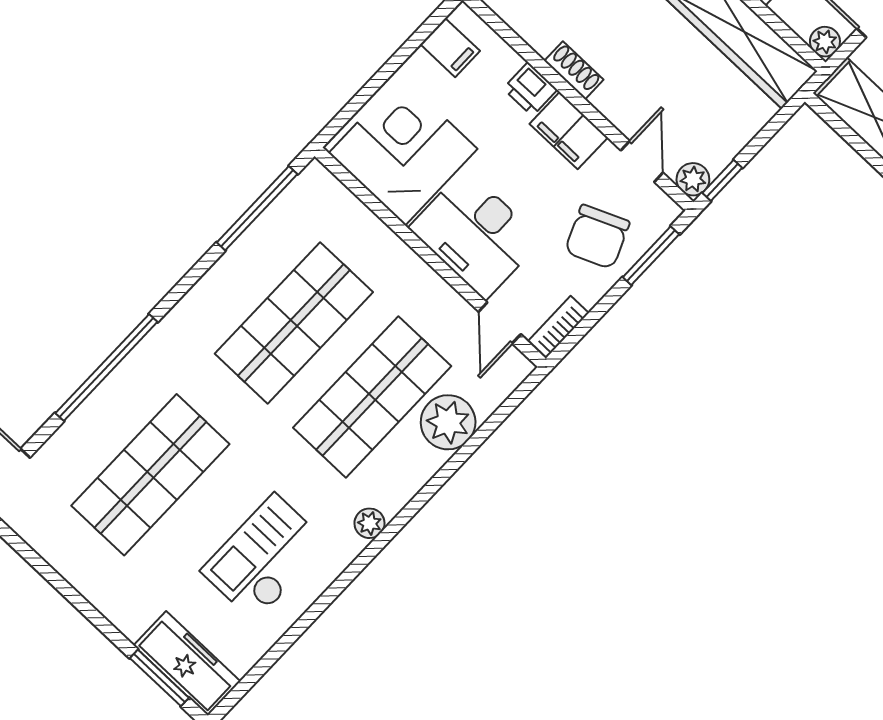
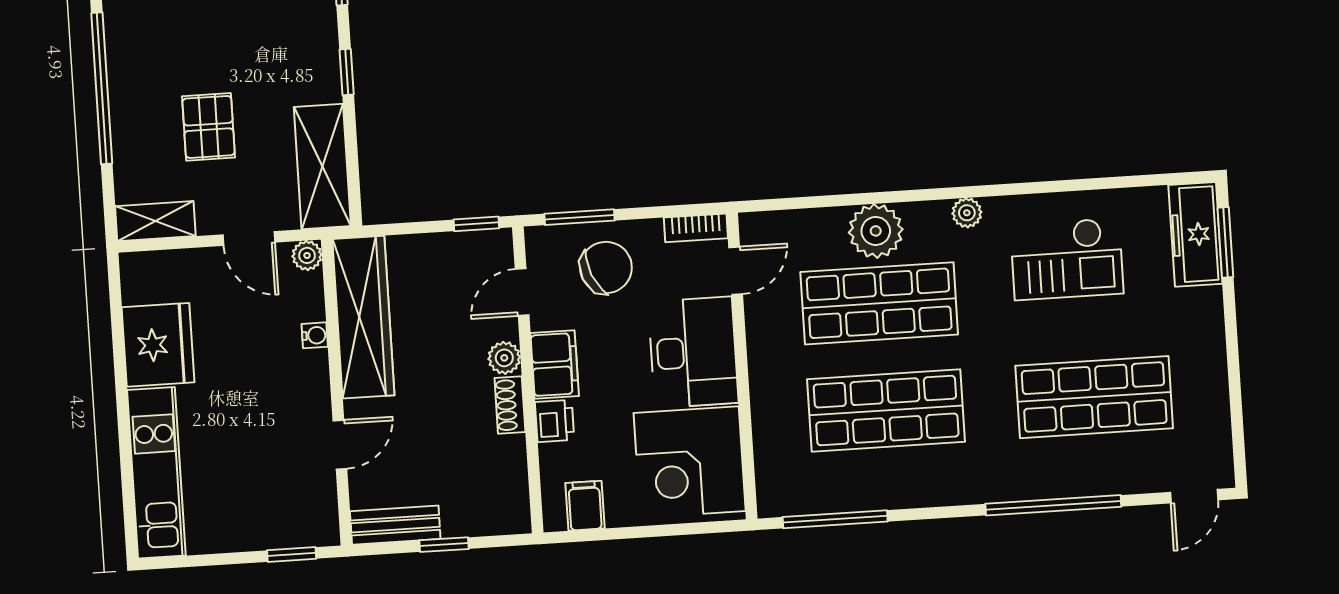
plant: (693, 179) -> (504, 358), moved
plant: (448, 422) -> (876, 231), moved

